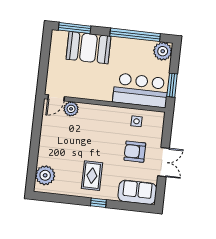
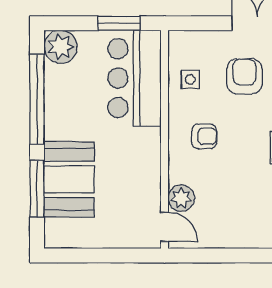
window: (75, 28) -> (37, 189), moved
armchair: (104, 125) -> (204, 136), added
armchair: (135, 152) -> (244, 76), turned 180

